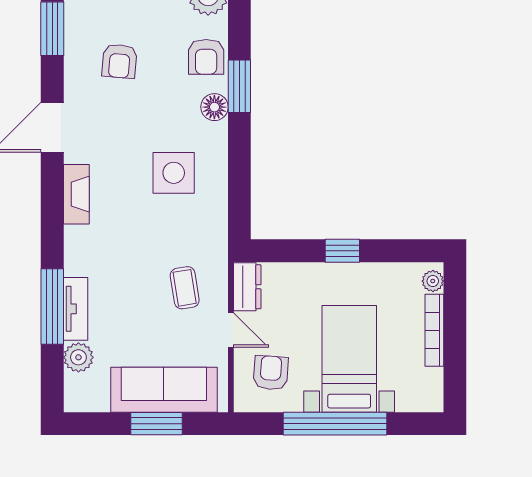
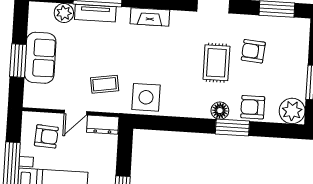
rug: (141, 117) -> (216, 63), added
side table: (174, 173) -> (146, 97), moved
fireplace: (76, 194) -> (150, 17), moved
sofa: (164, 390) -> (40, 58), width x0.73

